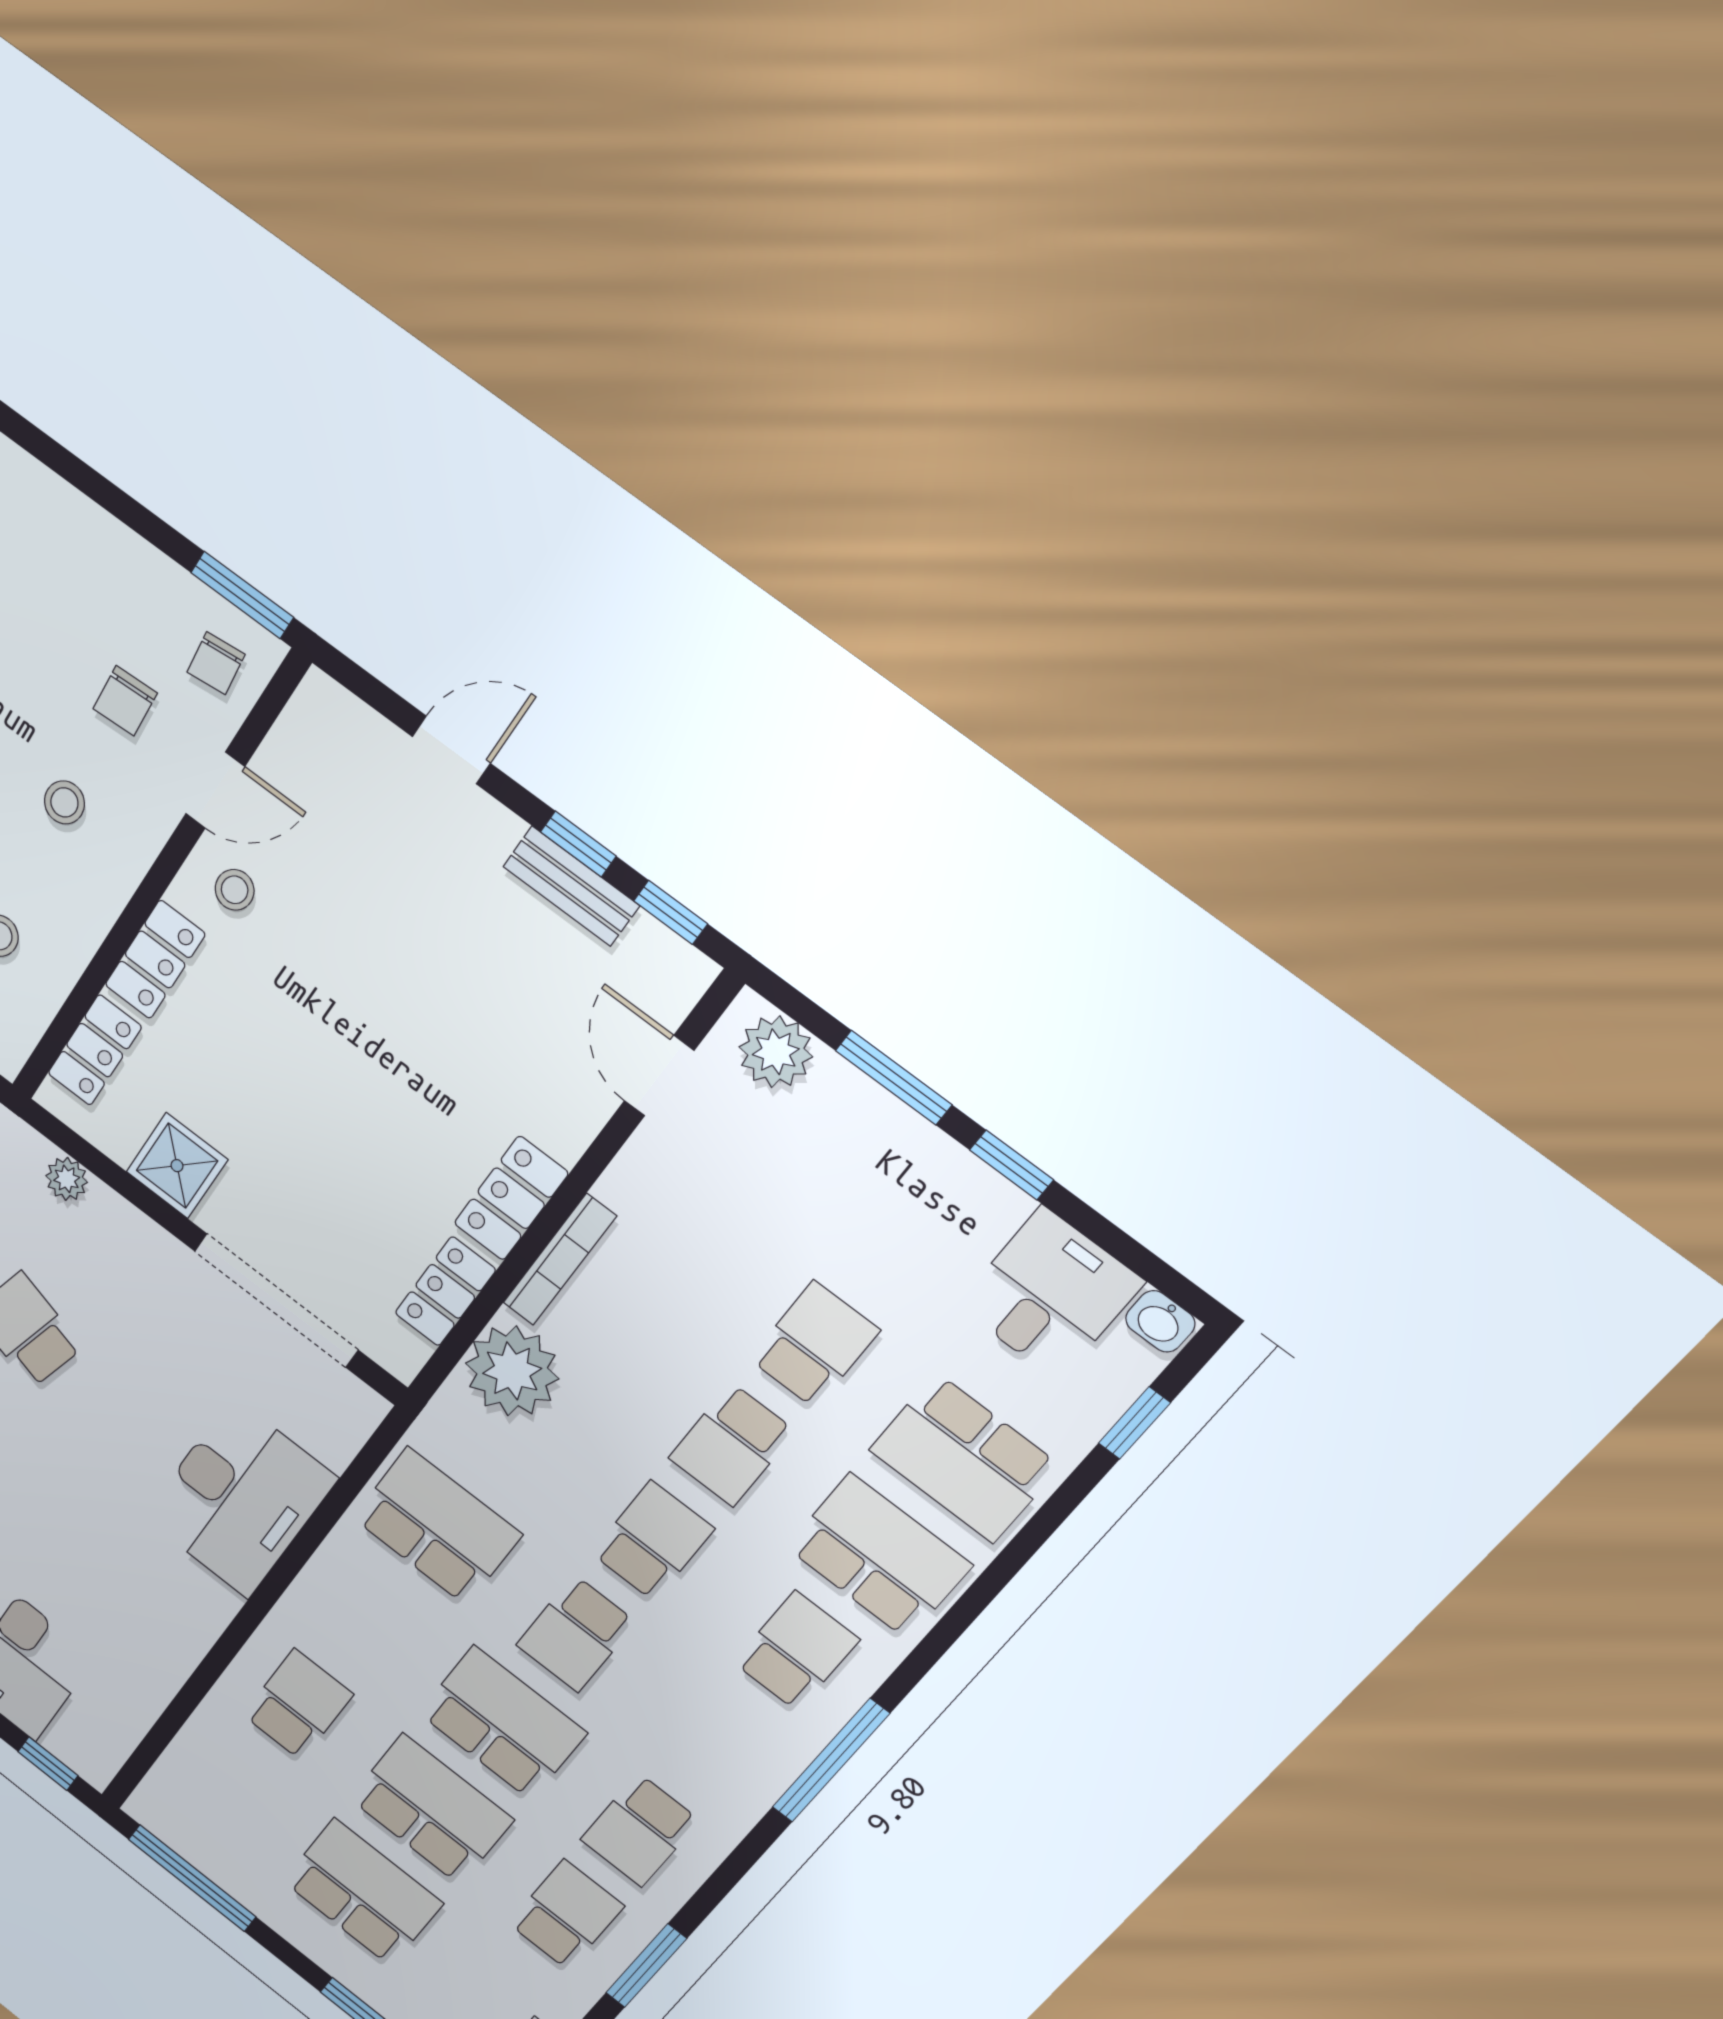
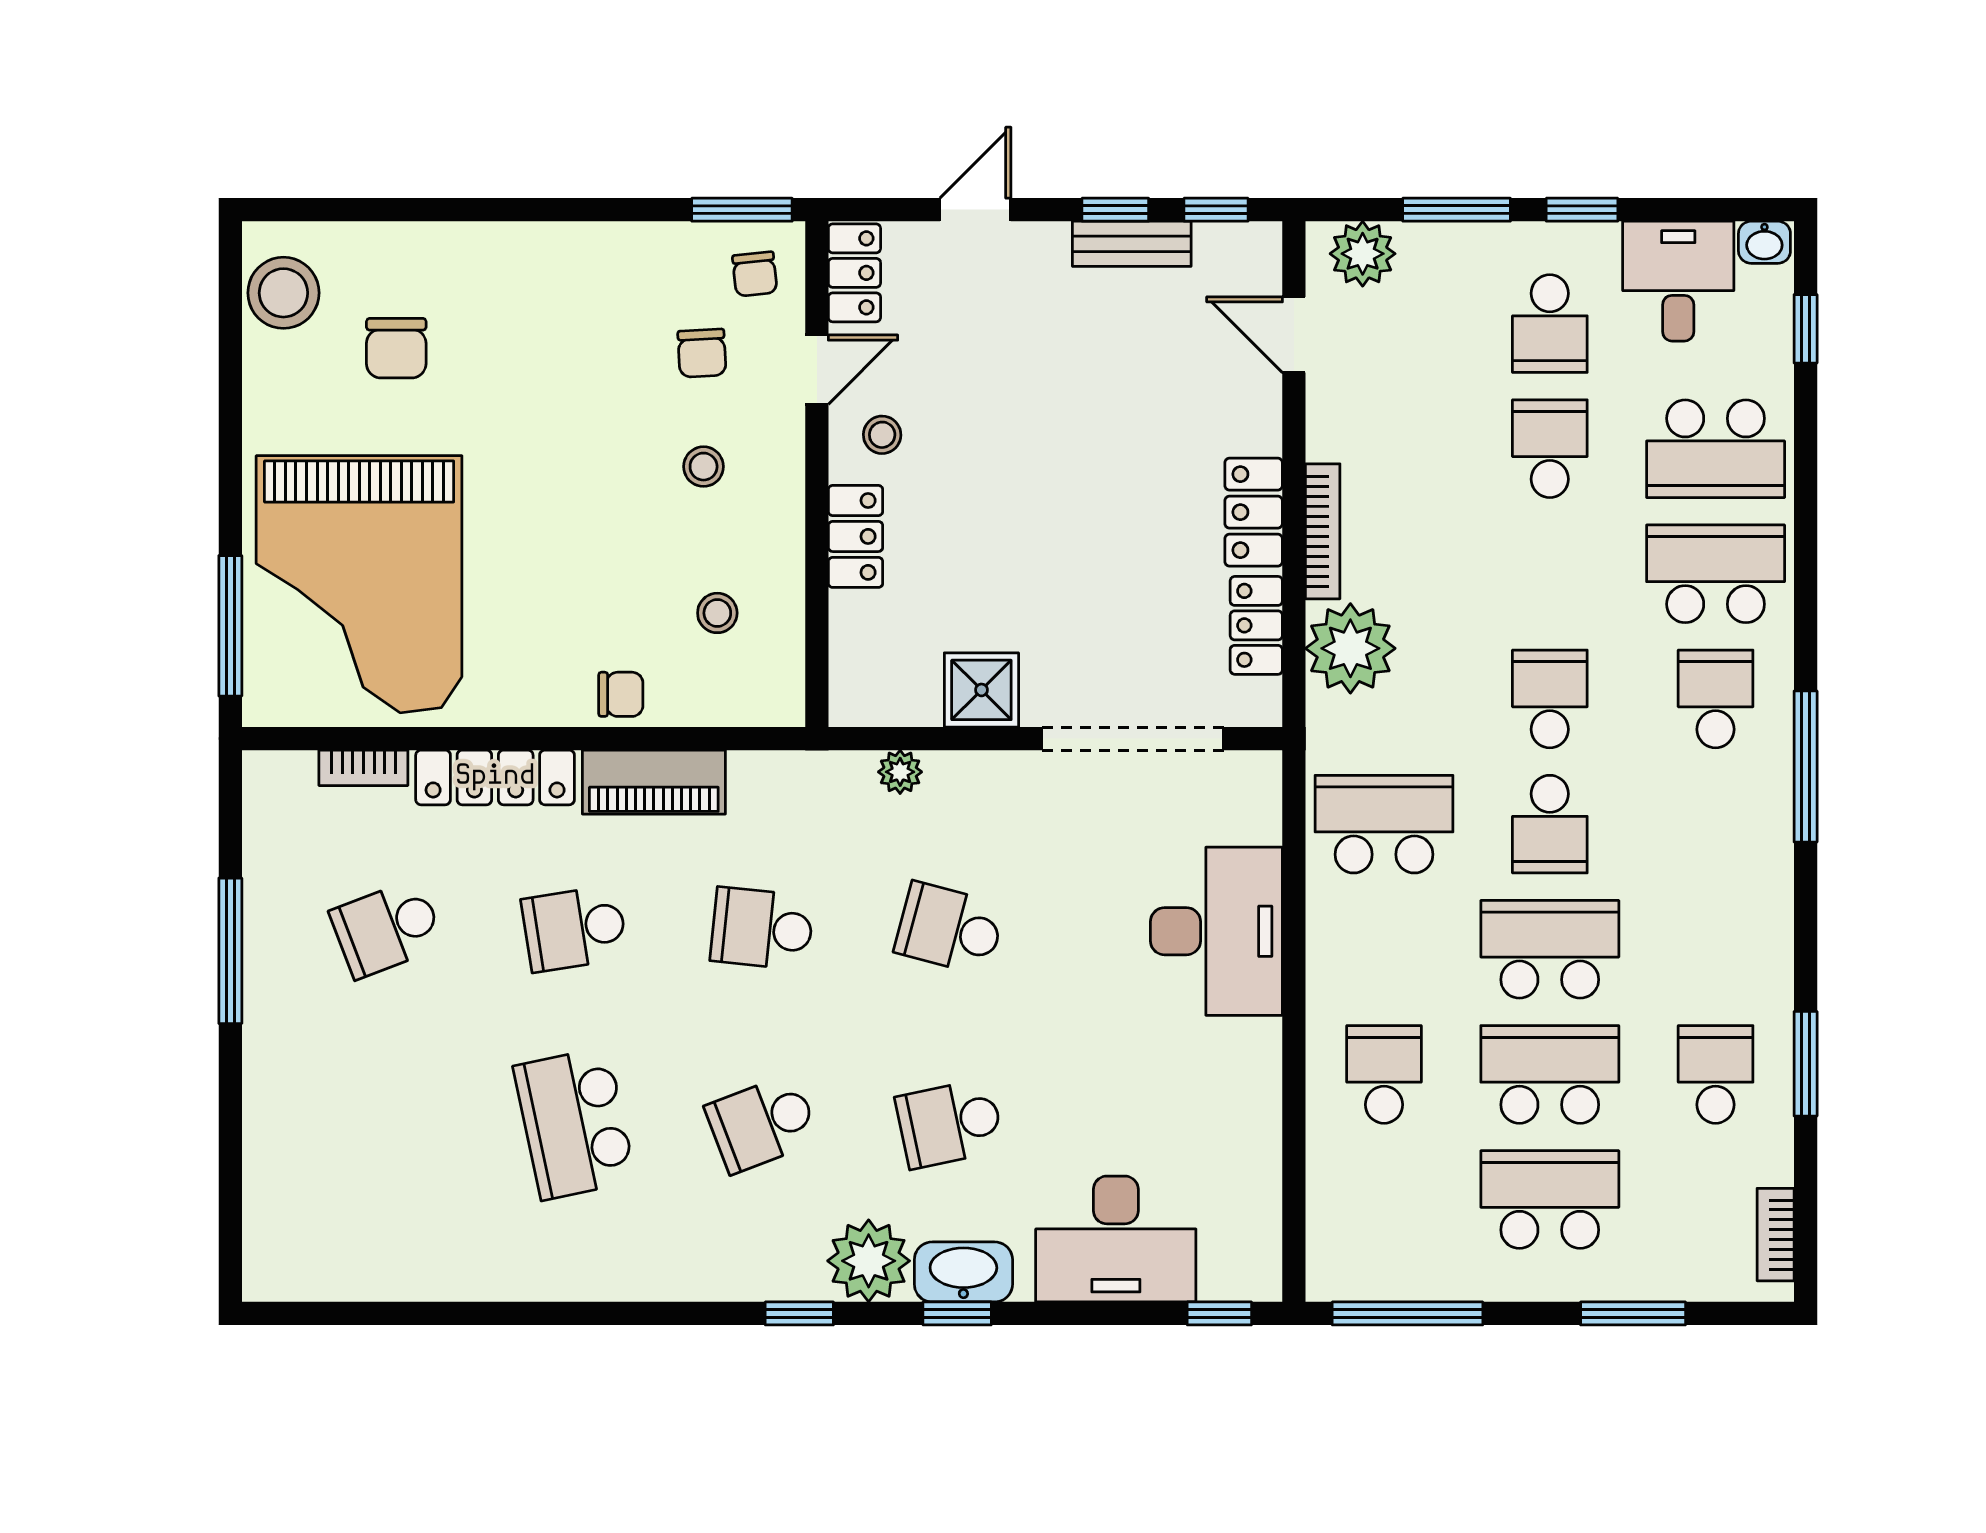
locker: (95, 1050) -> (854, 273), moved
school desk: (732, 1445) -> (1550, 324), moved
school desk: (640, 1830) -> (1716, 949), removed

